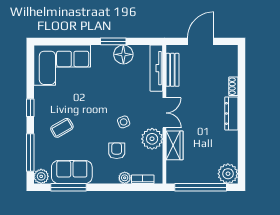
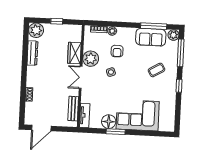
door: (201, 41) -> (41, 128), moved
corner sofa: (62, 65) -> (138, 115), moved
tv unit: (156, 68) -> (85, 115), width x0.71
dresser: (231, 113) -> (32, 53), moved
window: (201, 187) -> (57, 21), width x0.32

